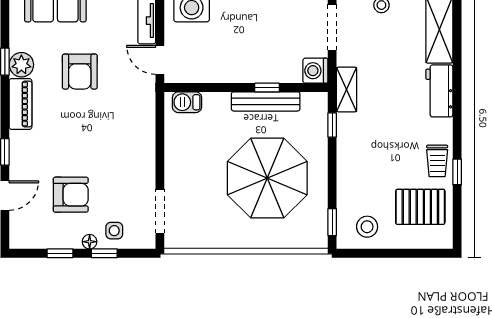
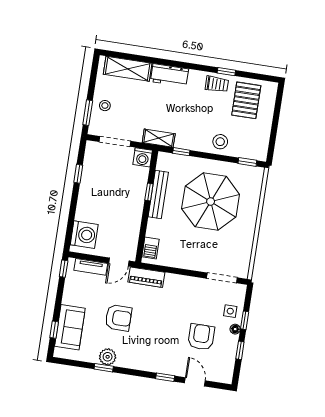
piano: (21, 104) -> (146, 277), moved, turned 180
stool: (367, 227) -> (220, 142), moved

